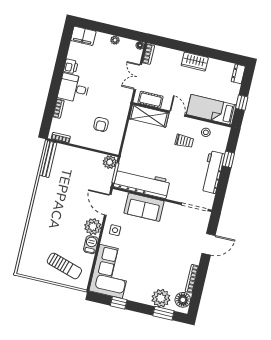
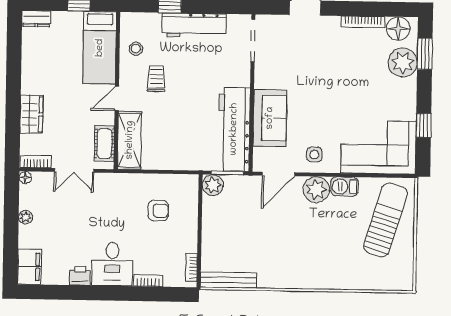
wardrobe: (195, 62) -> (31, 114), moved
sun lounger: (64, 266) -> (386, 220), width x1.36, depth x1.34

